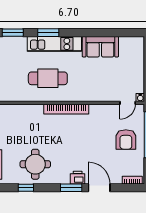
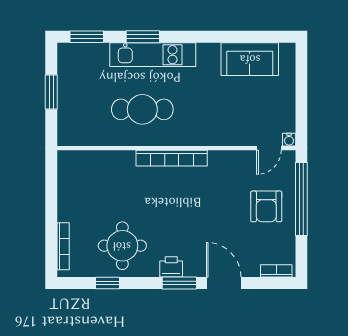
sofa: (100, 47) -> (250, 59), moved
printer: (78, 178) -> (171, 267), moved

